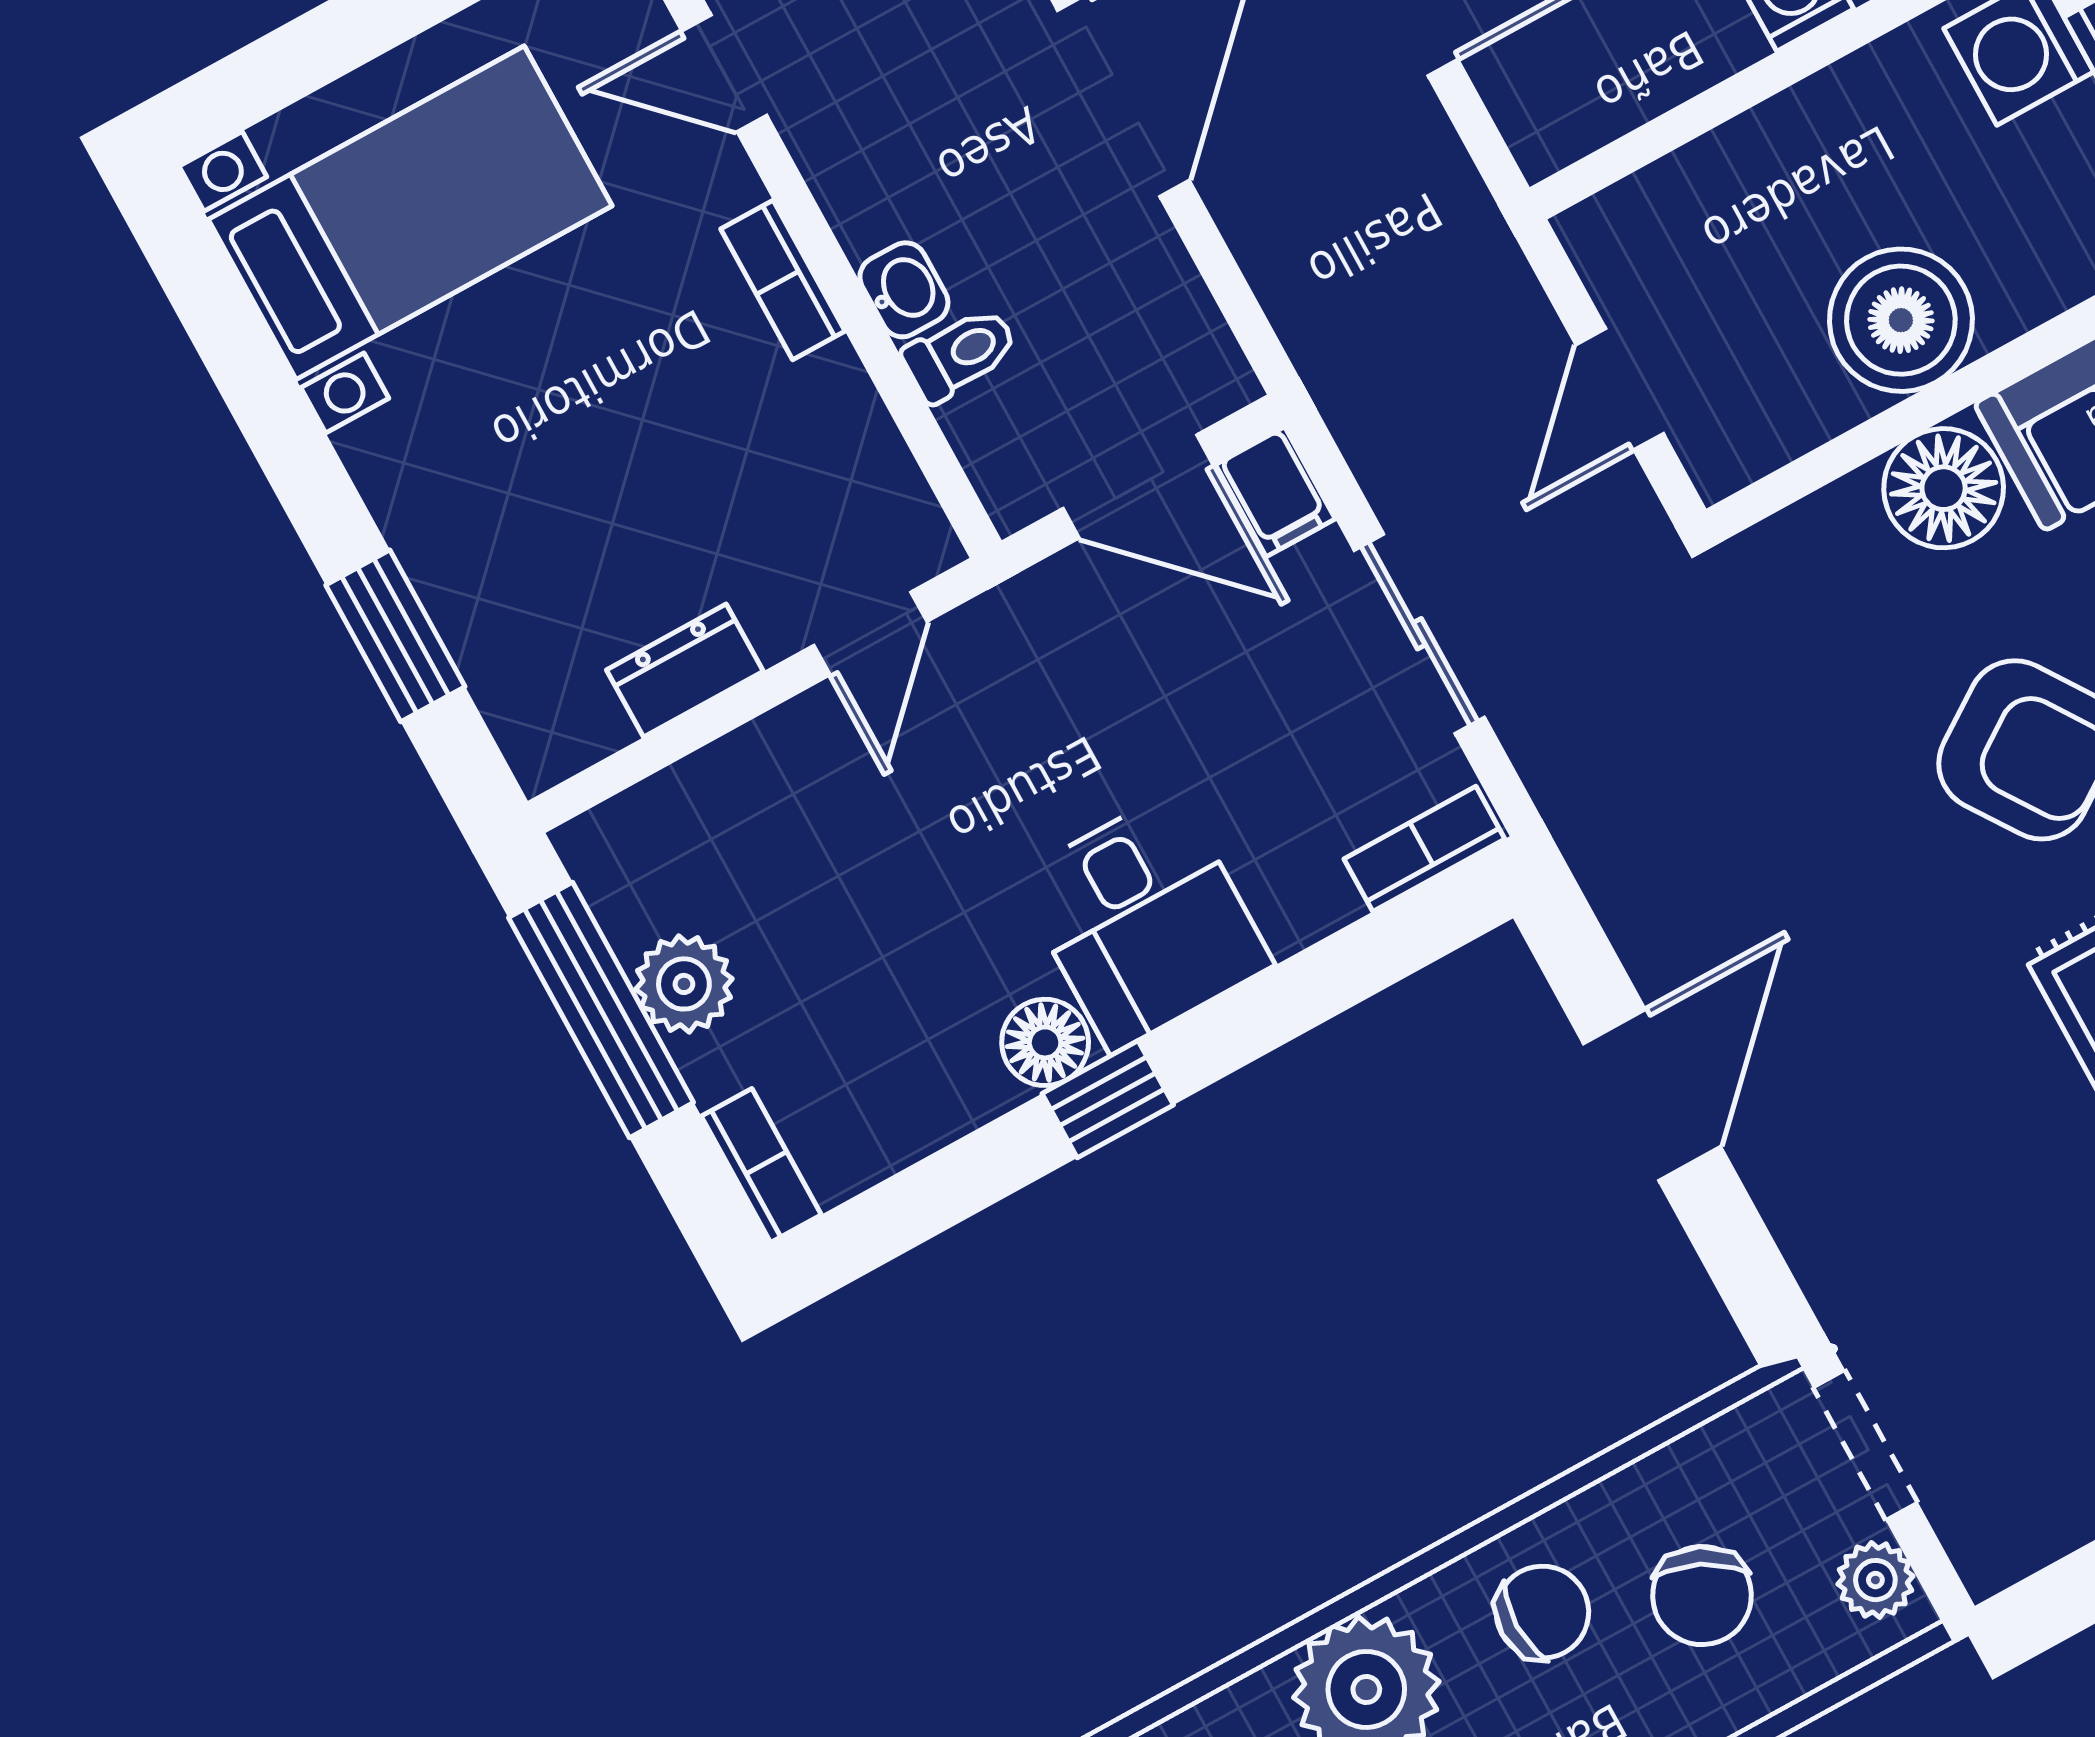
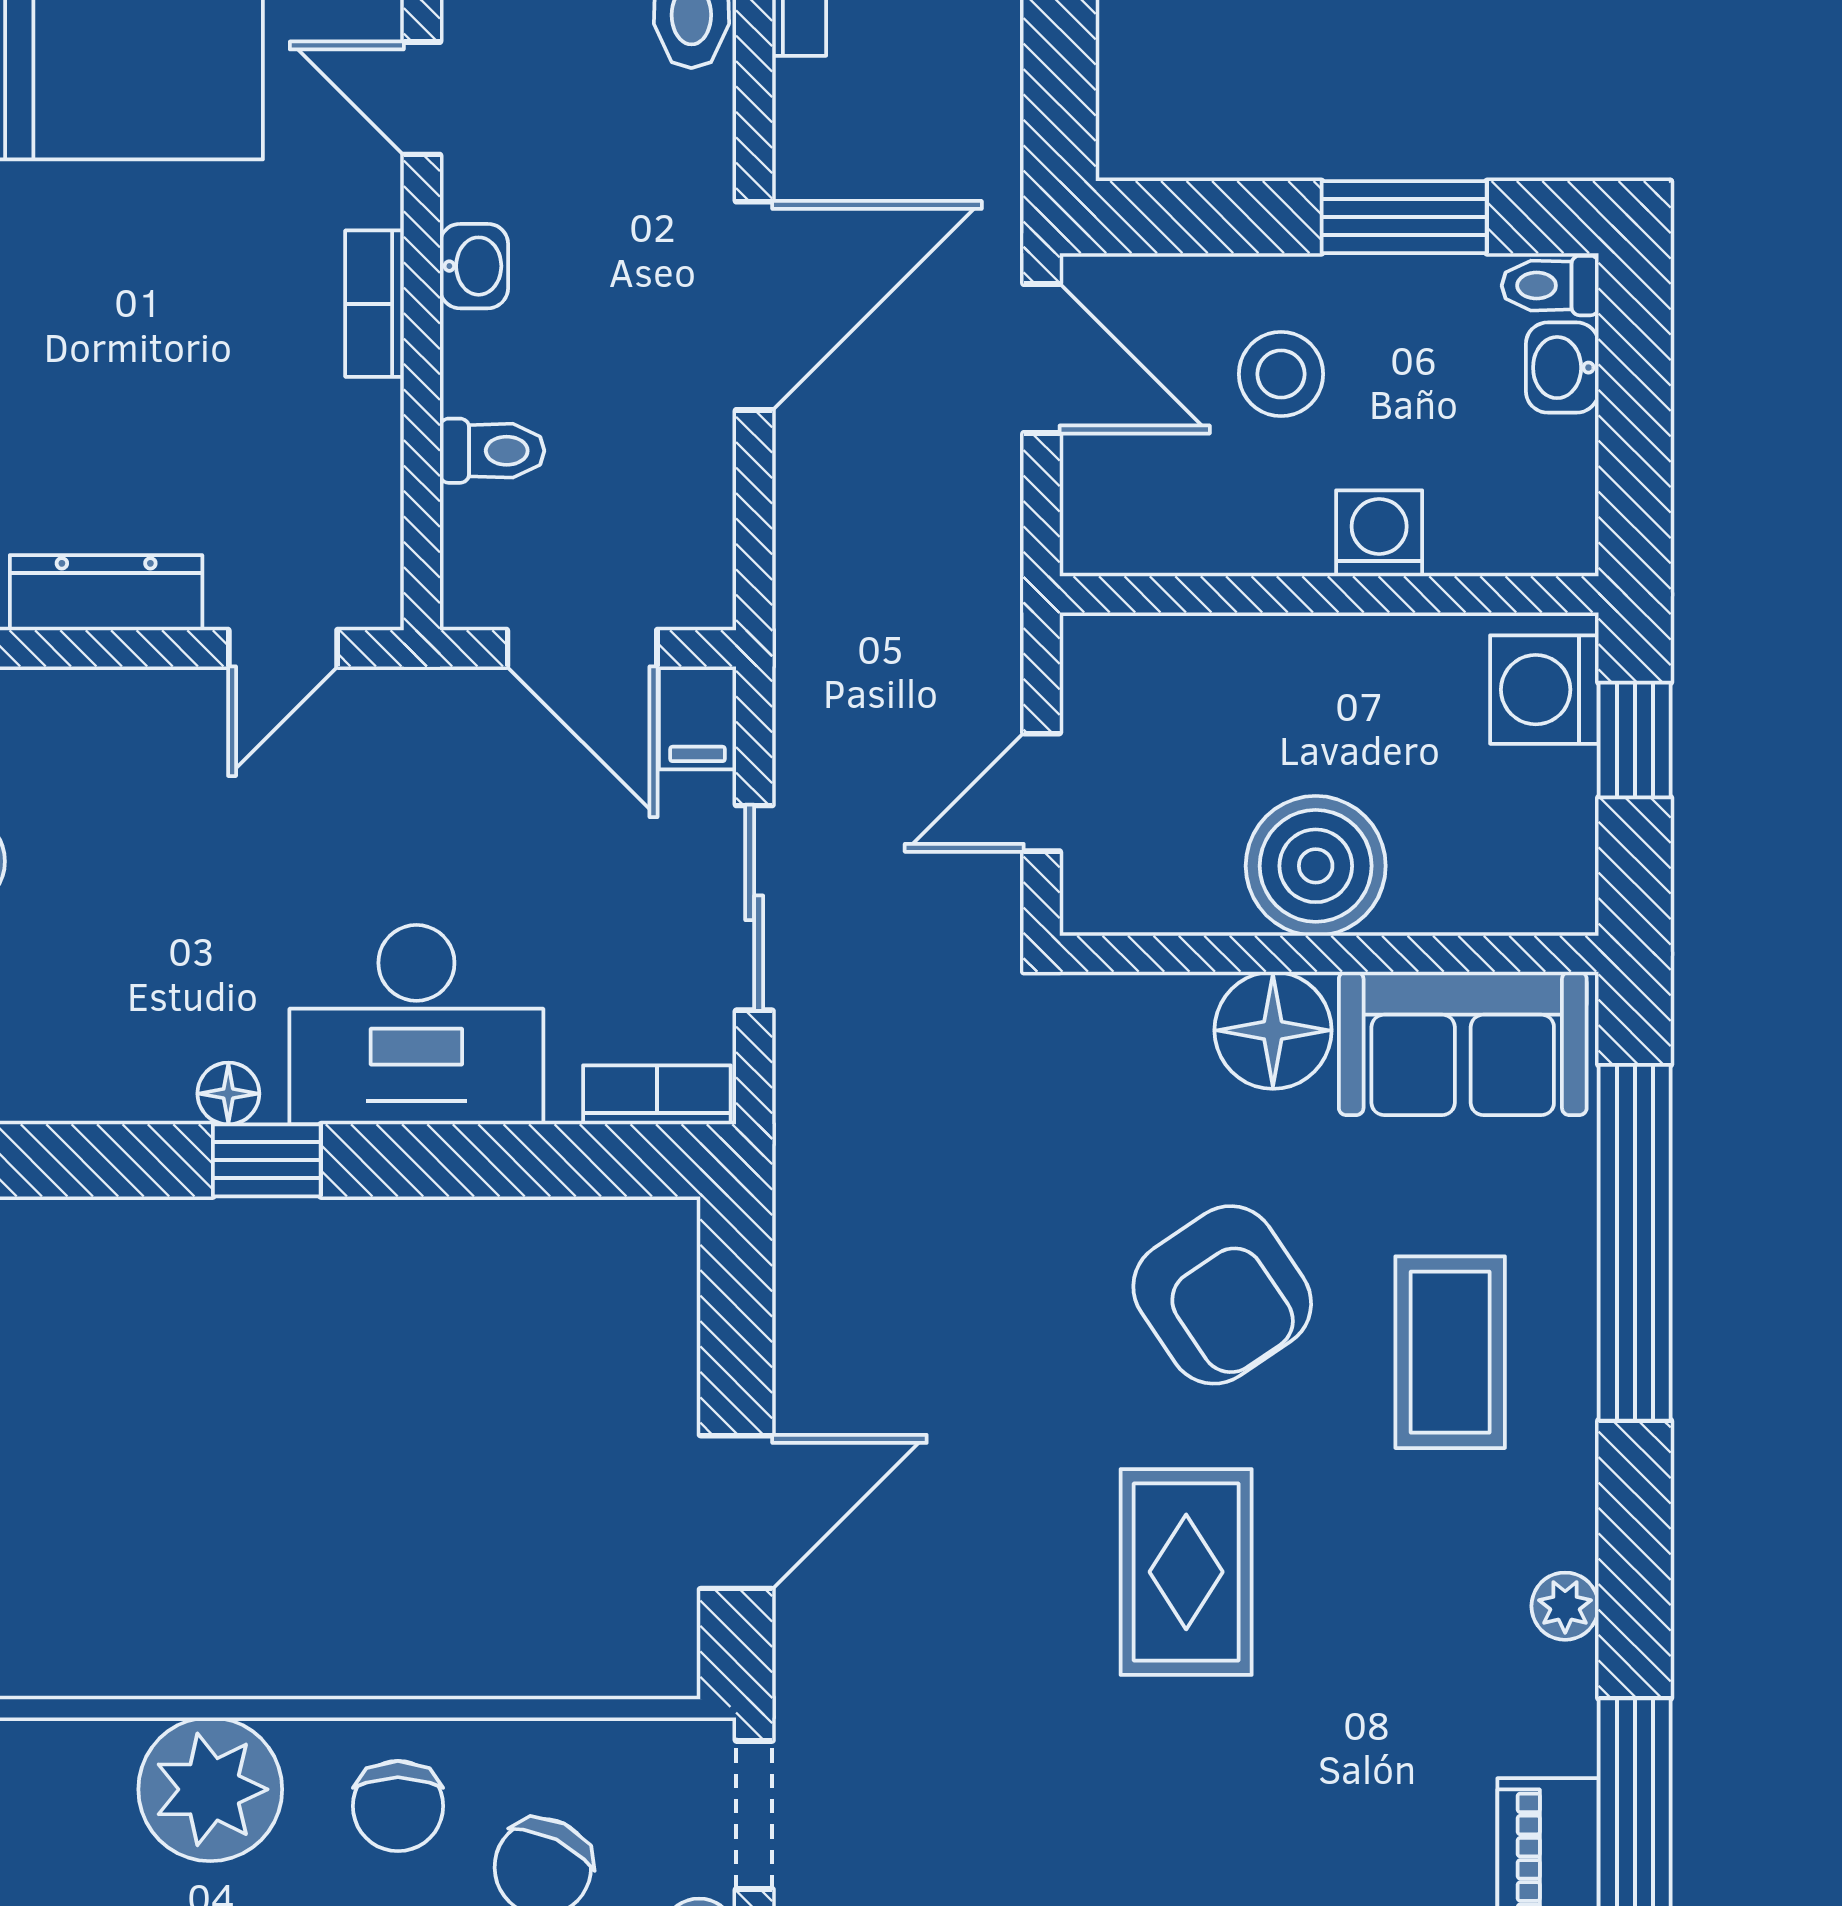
washbasin: (904, 290) -> (474, 266), moved
dresser: (685, 671) -> (106, 593), width x1.44
desk: (1144, 921) -> (416, 1025), width x1.37
floor lamp: (1045, 1042) -> (228, 1094), width x0.73, depth x0.73
door: (1652, 1095) -> (736, 1512), moved
chair: (1542, 1612) -> (398, 1806), turned 90

